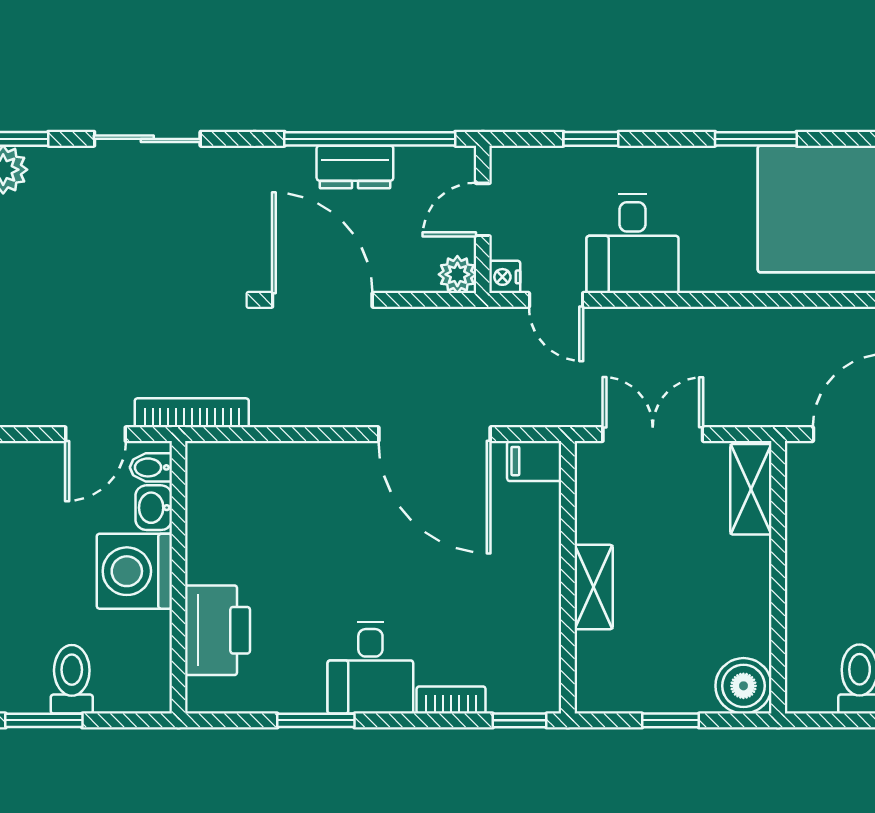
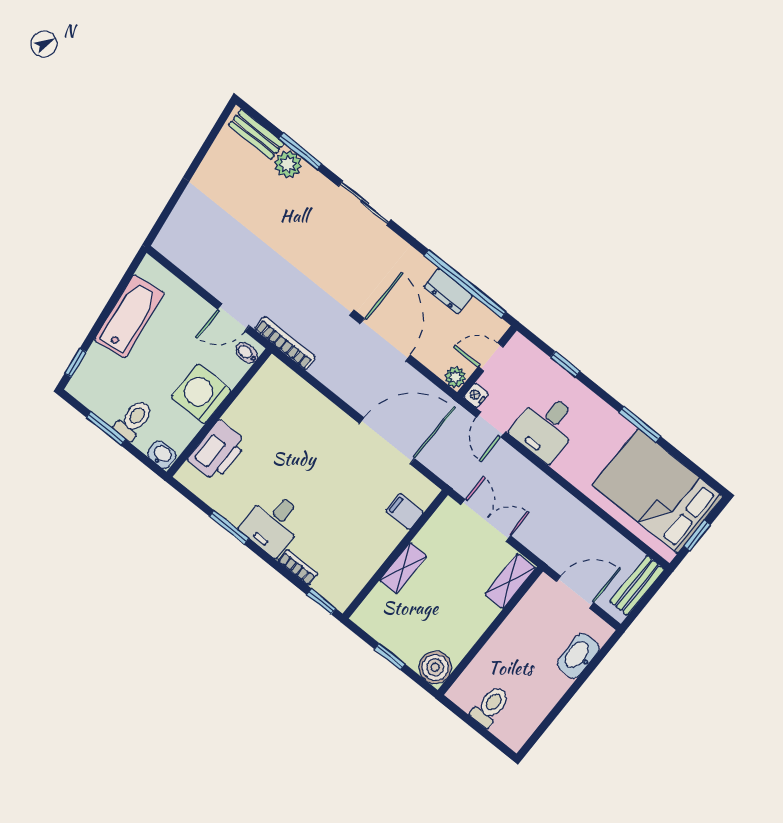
door: (434, 434) -> (387, 441), swing flipped
filing cabinet: (534, 461) -> (405, 512), moved
washbasin: (154, 508) -> (162, 455), moved, turned 90

